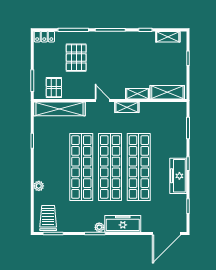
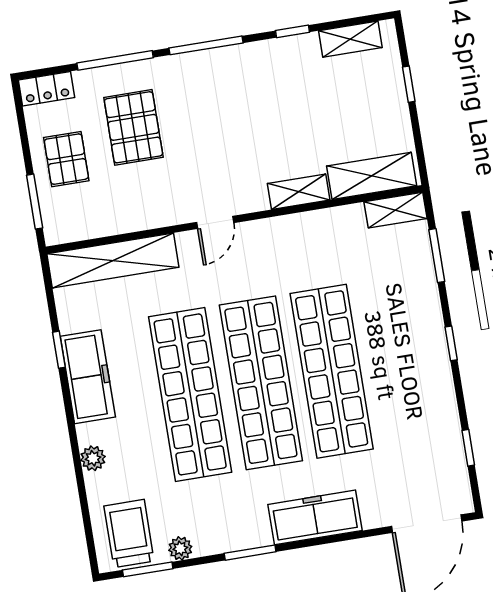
pallet: (54, 88) -> (66, 159), moved
door: (102, 101) -> (215, 222), swing flipped
shelving: (127, 107) -> (396, 210), moved
freezer: (178, 176) -> (88, 377), moved, turned 180
plant: (99, 227) -> (180, 548), moved

